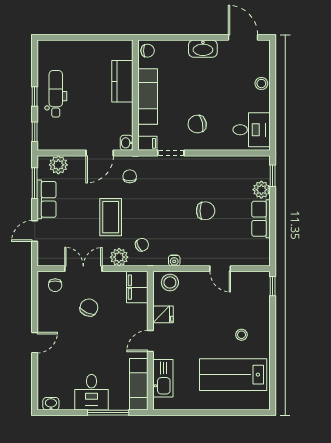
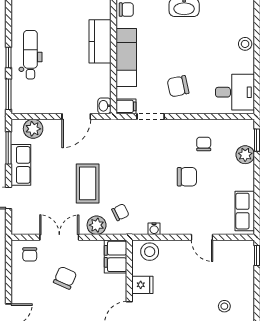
window: (35, 132) -> (8, 94), width x1.50
chair: (130, 176) -> (204, 144), moved
row of seats: (261, 219) -> (245, 211), moved

